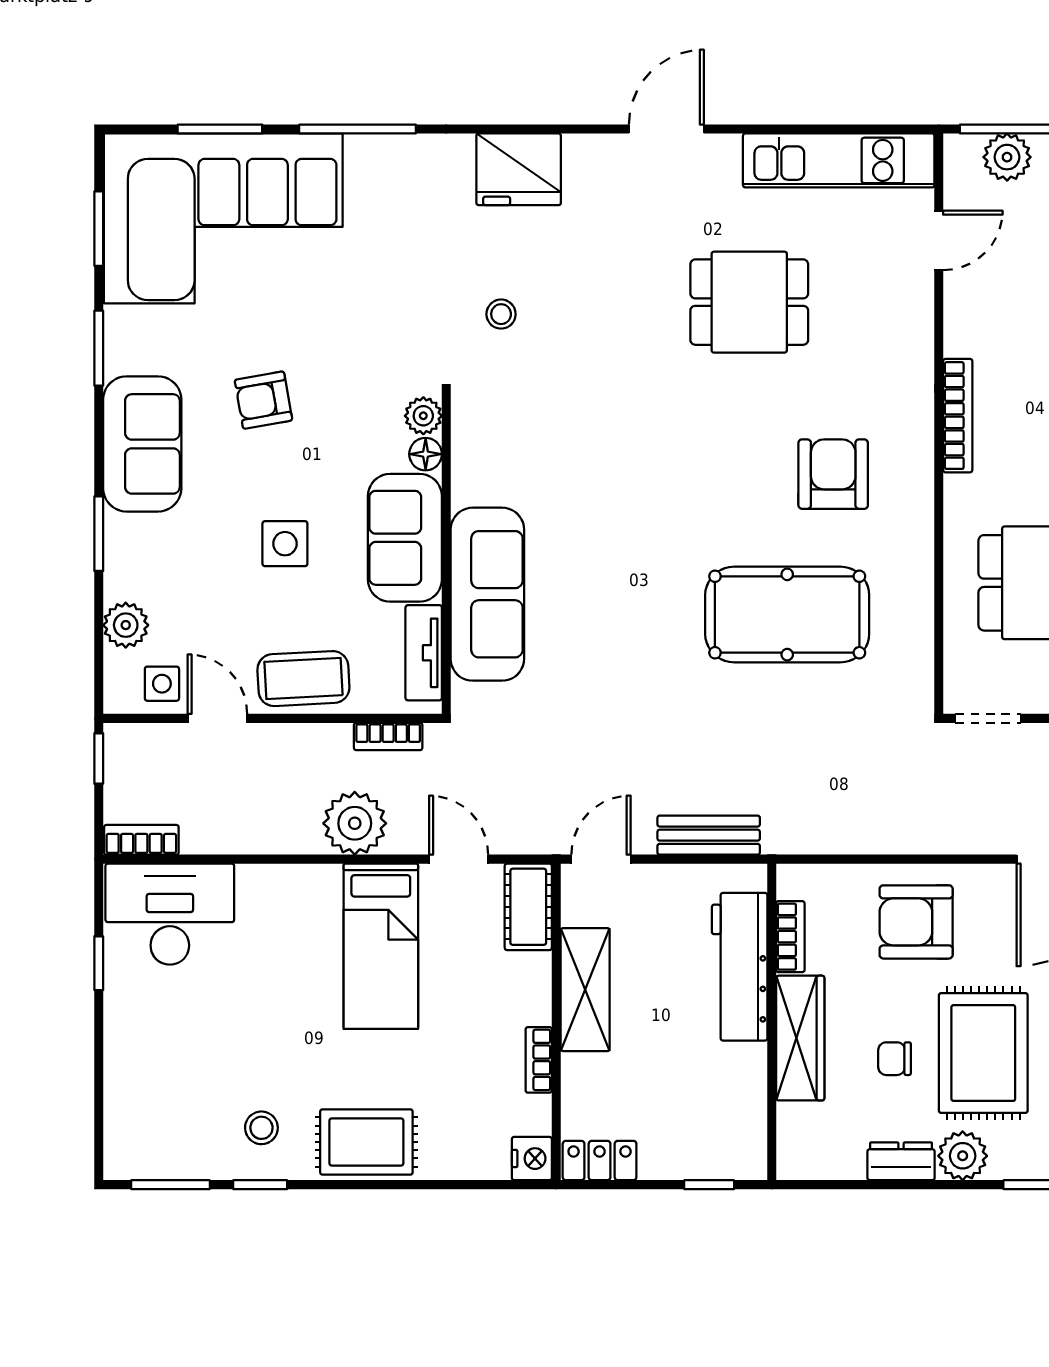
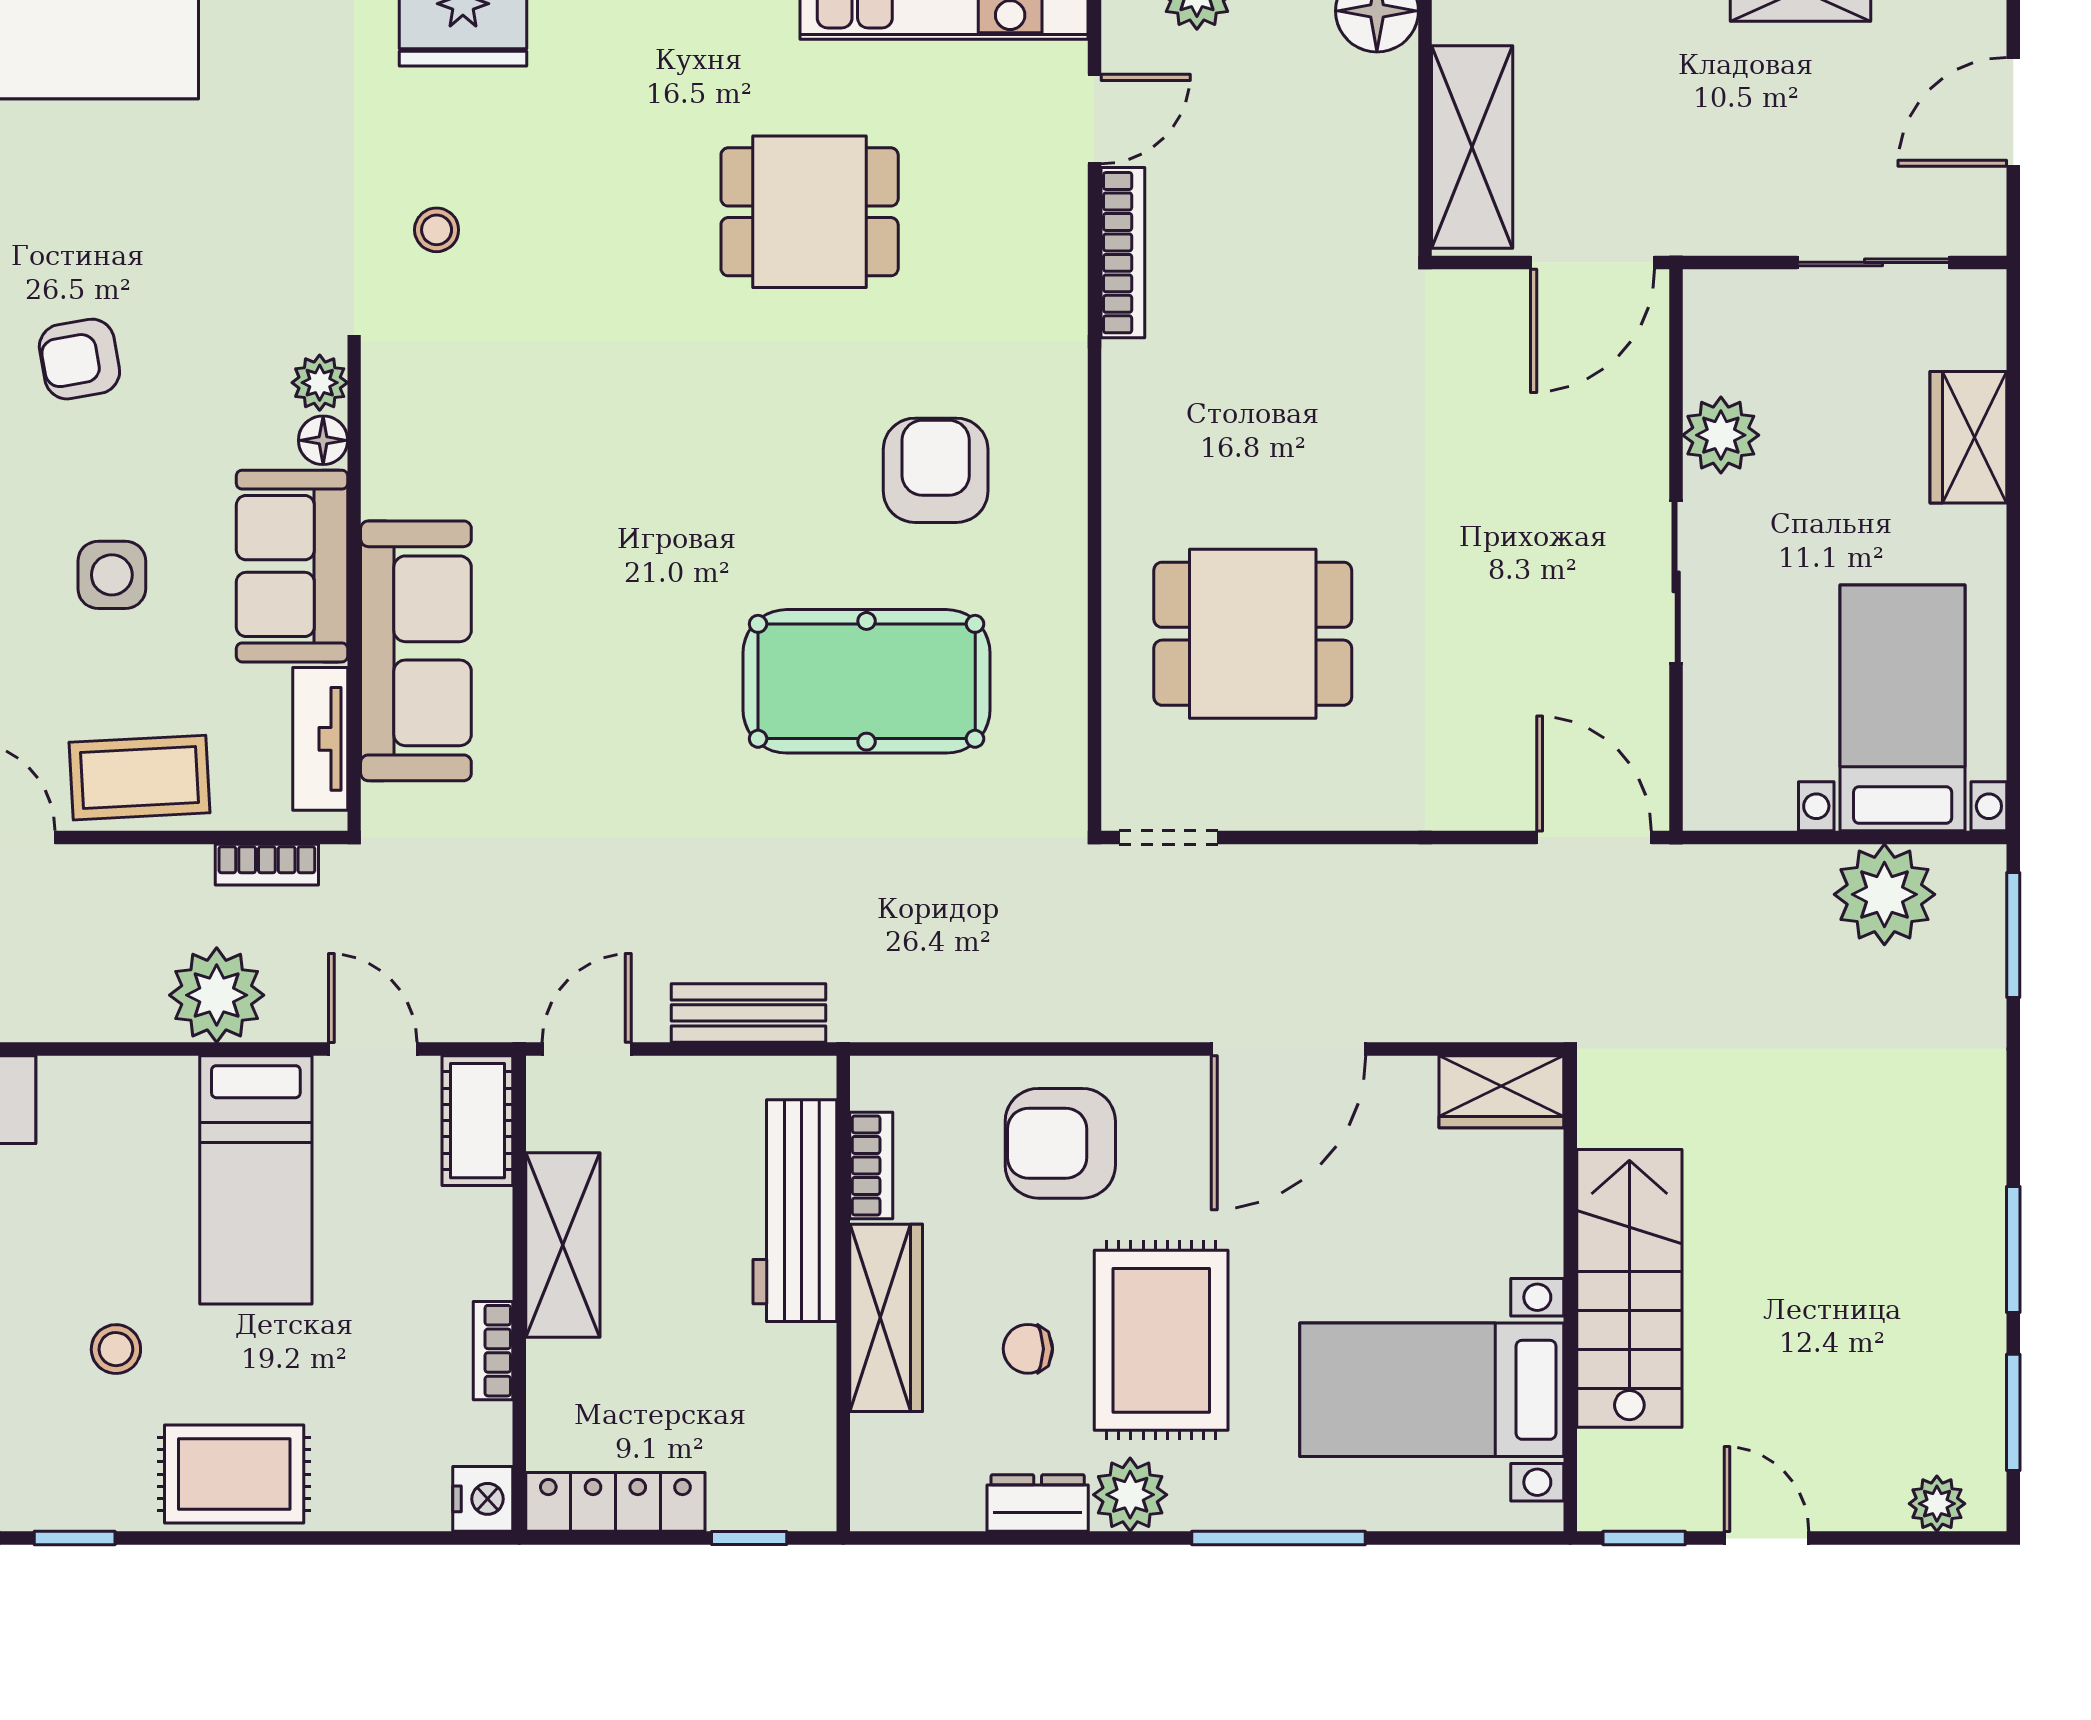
bookcase: (958, 416) -> (1123, 253), moved
stool: (261, 1128) -> (116, 1349), moved
locker: (600, 1161) -> (615, 1502), width x1.53

